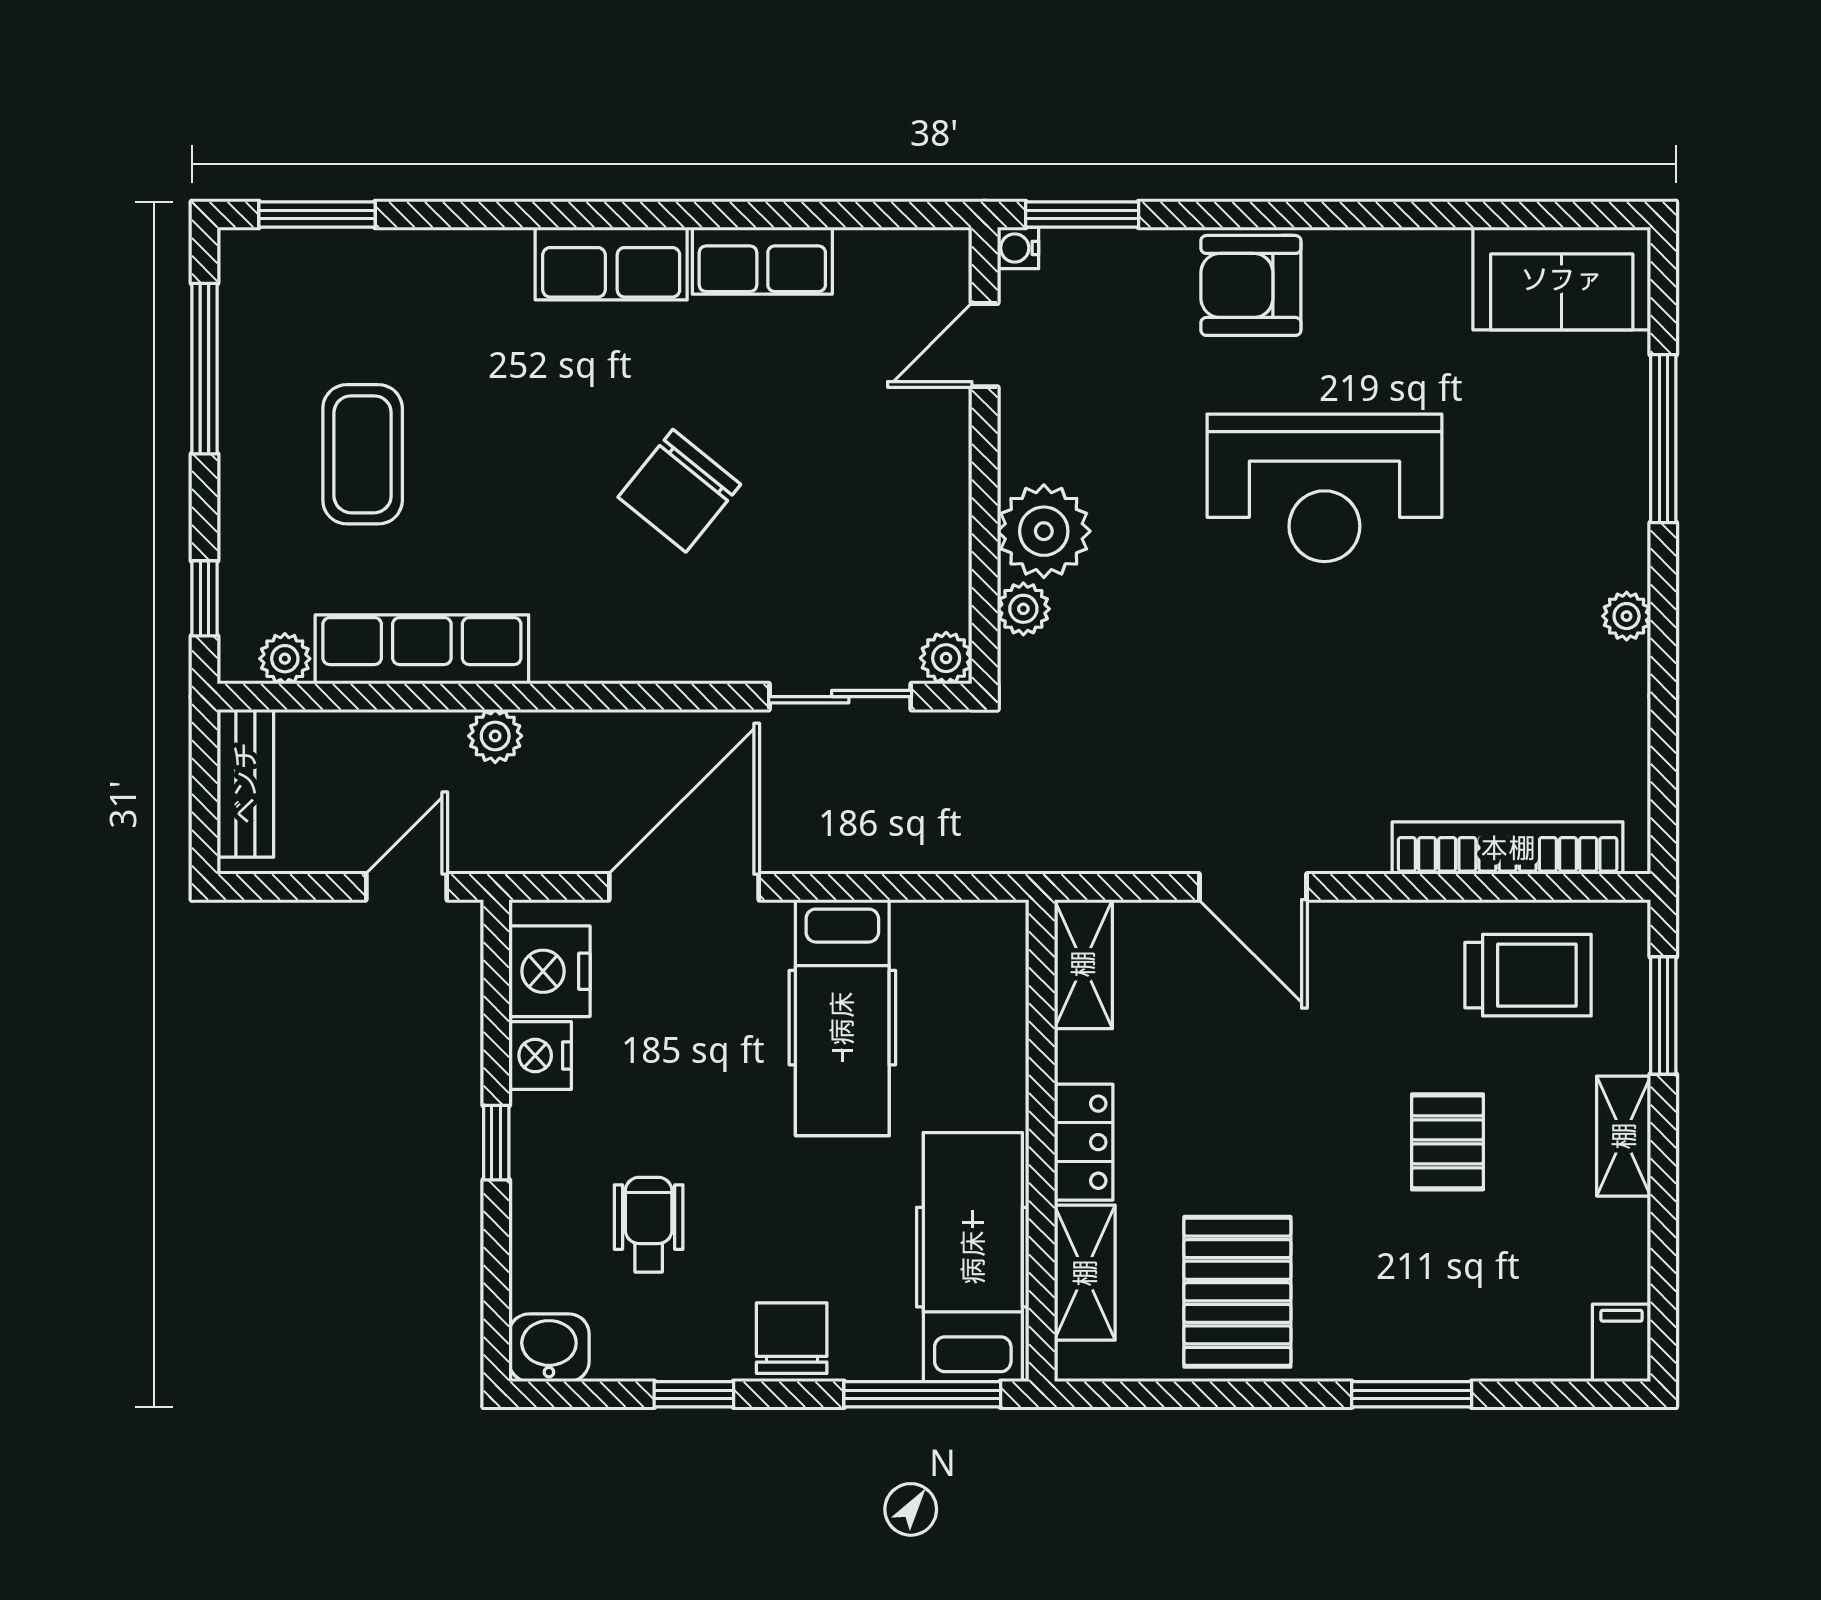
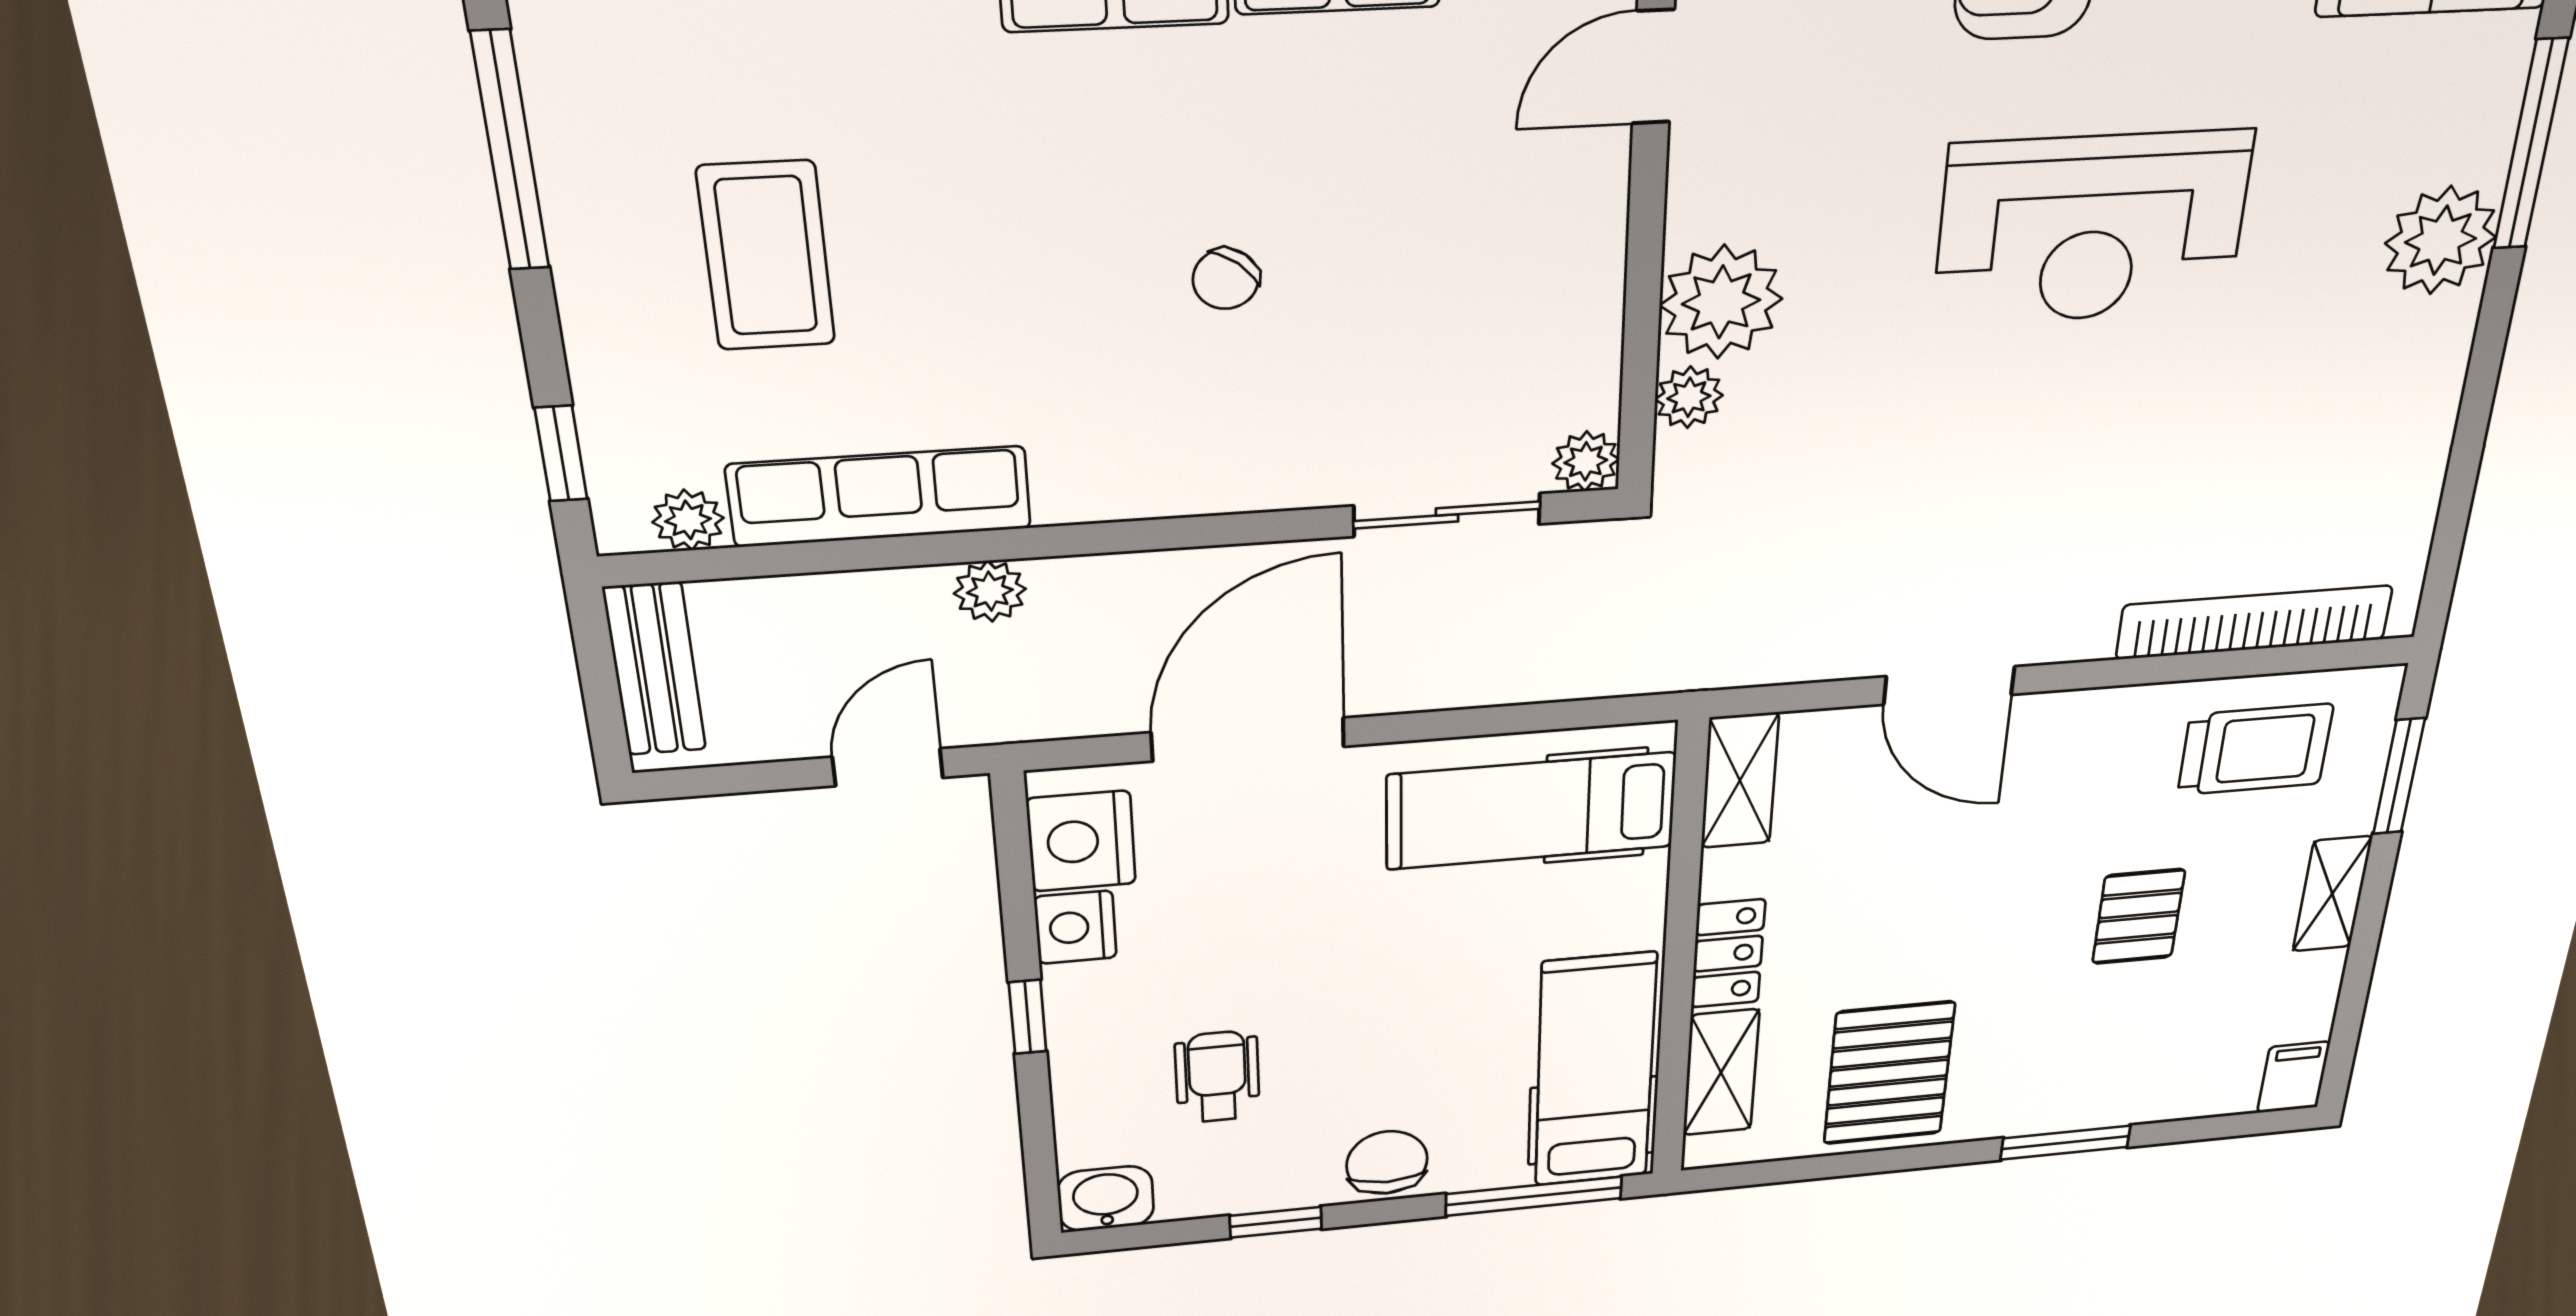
chair: (679, 491) -> (1226, 279), width x0.54, depth x0.54
plant: (1627, 616) -> (2441, 240), moved, width x1.87, depth x1.87
hospital bed: (842, 1018) -> (1531, 811), moved, turned 90

